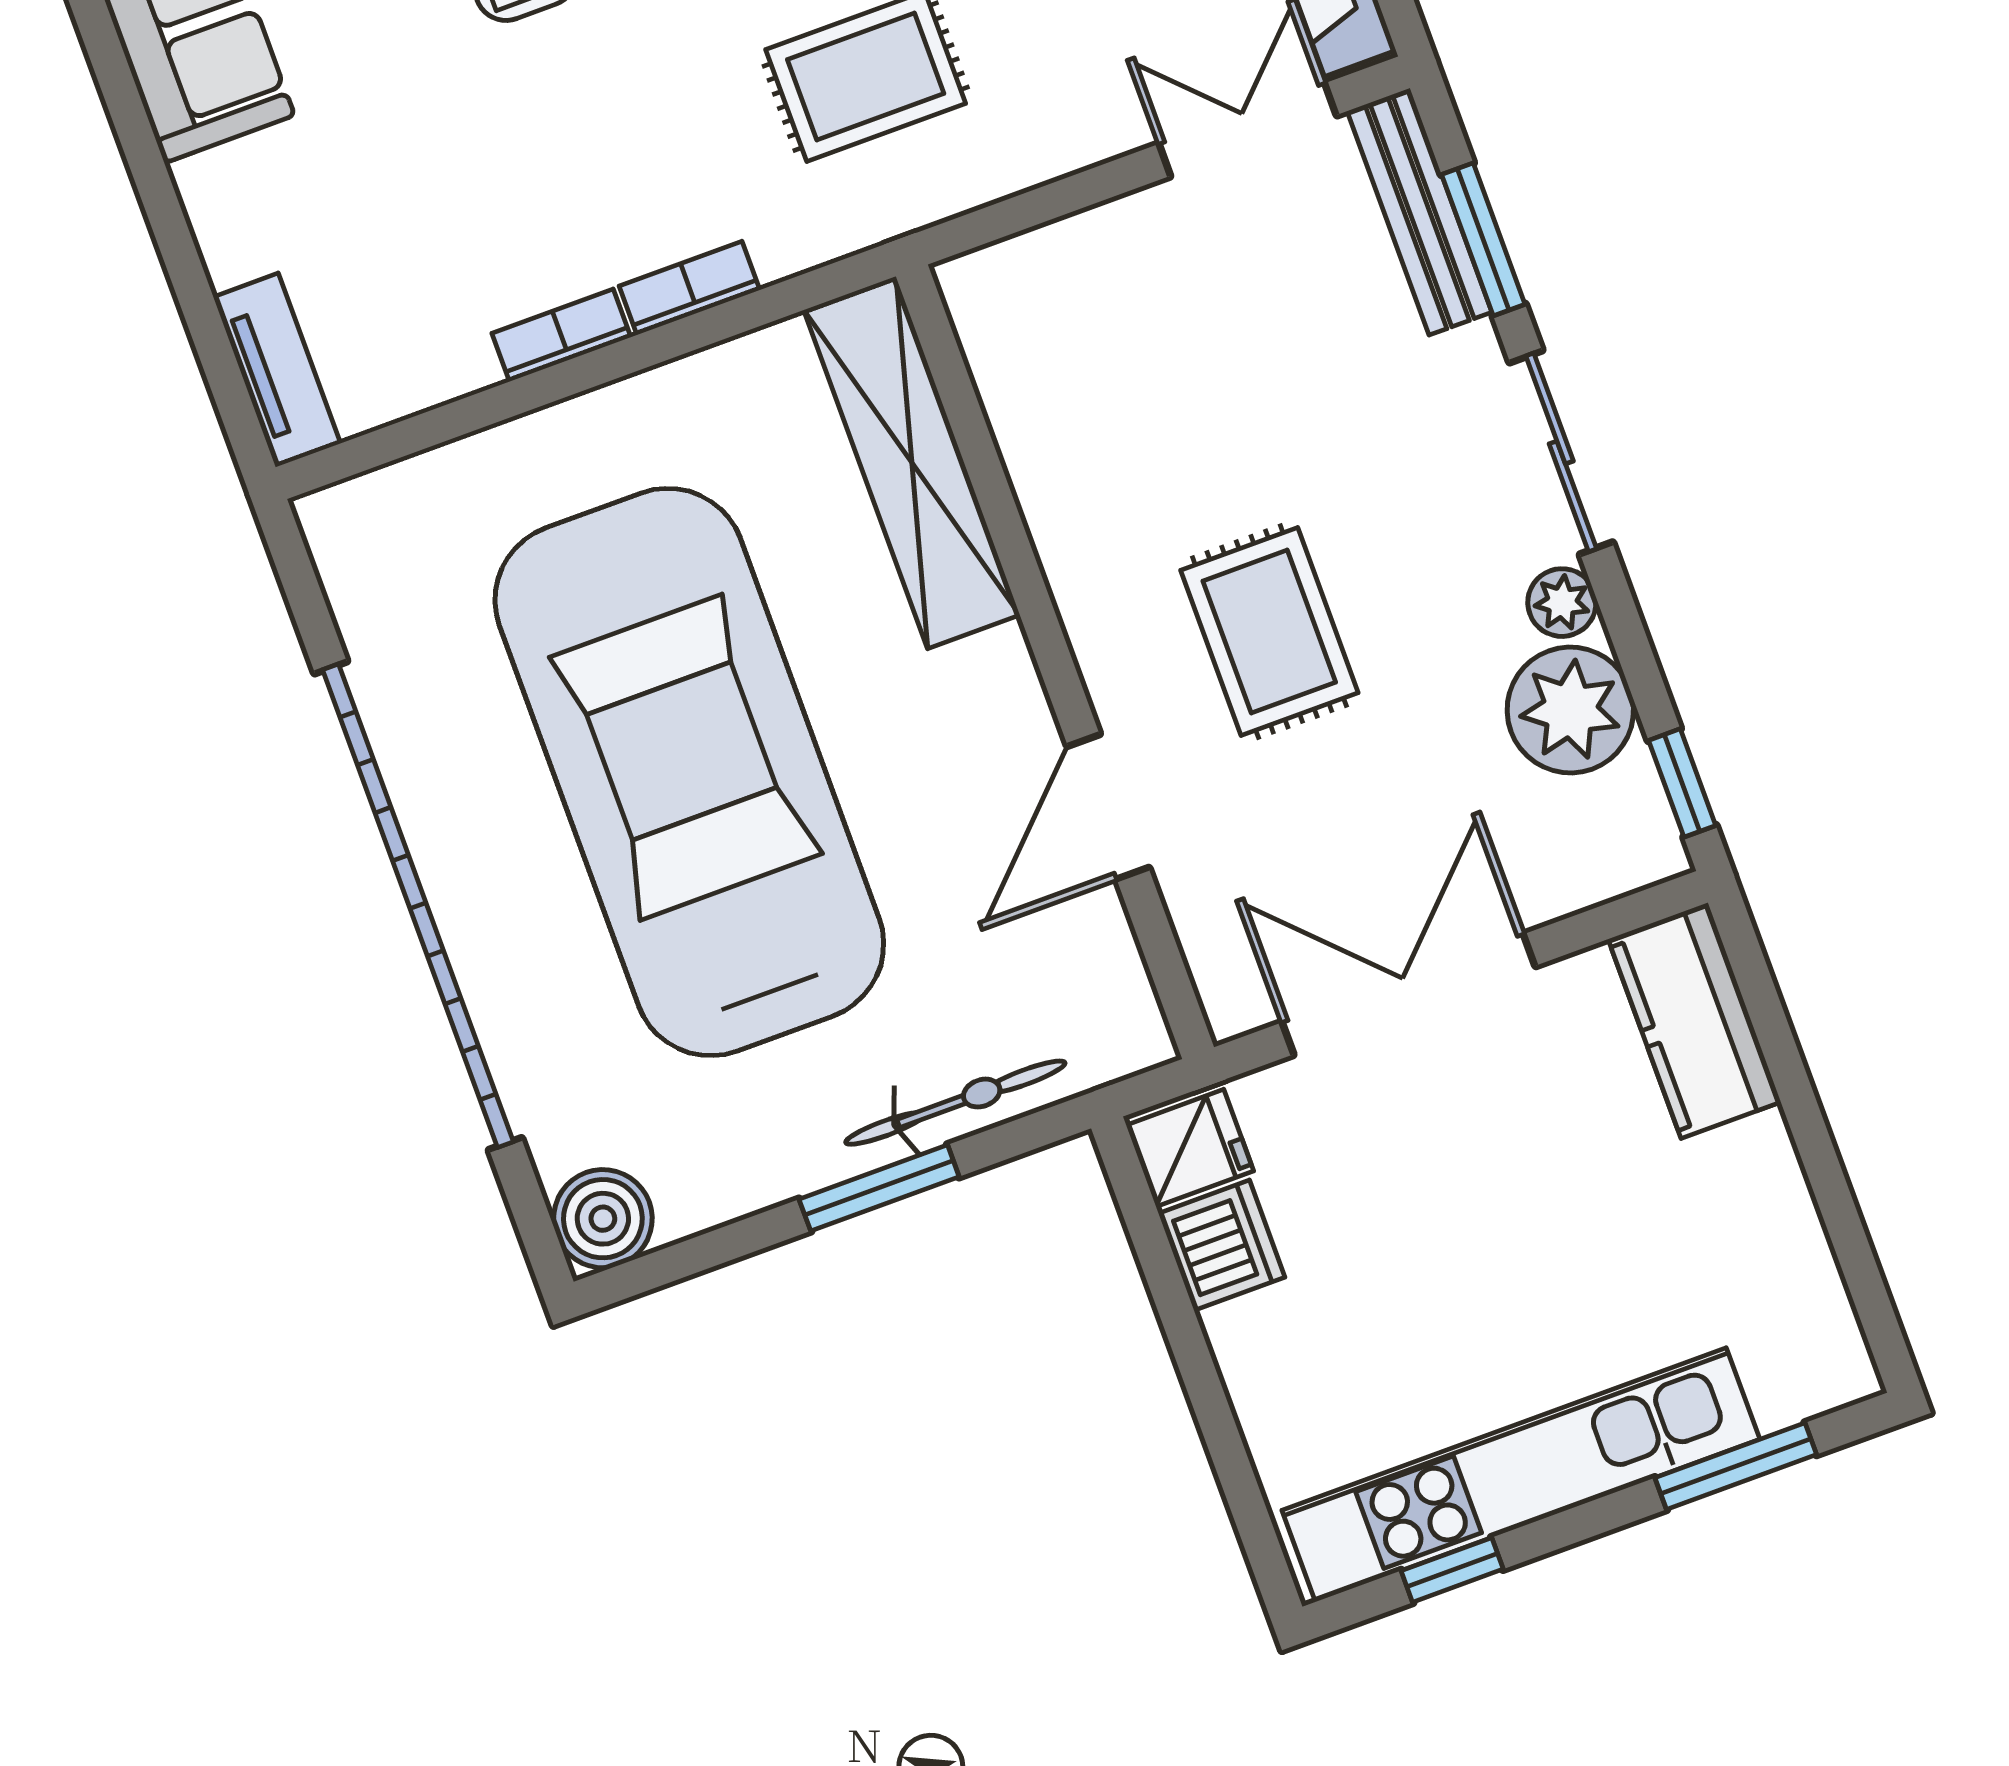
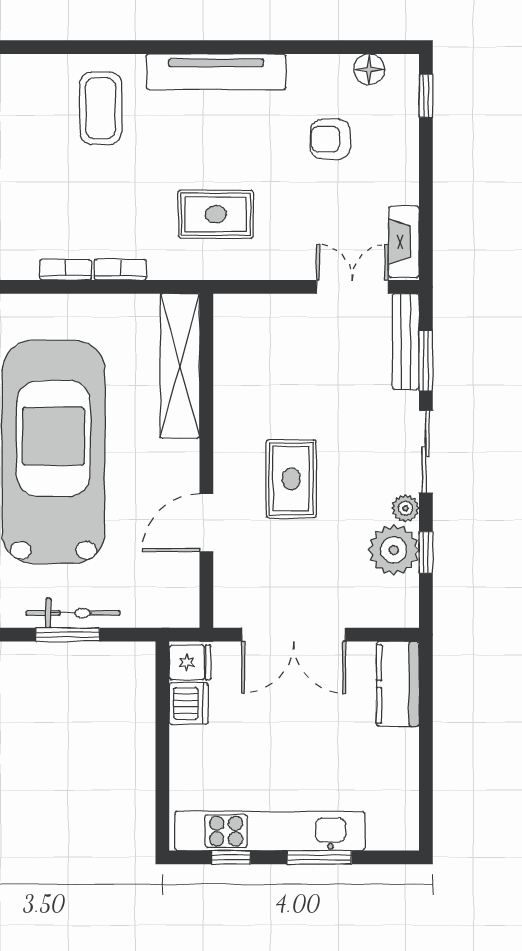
window: (1682, 783) -> (426, 552), moved
double door: (1409, 994) -> (294, 635), swing flipped
bicycle: (955, 1103) -> (73, 613), moved
window: (1736, 1466) -> (319, 857), moved

